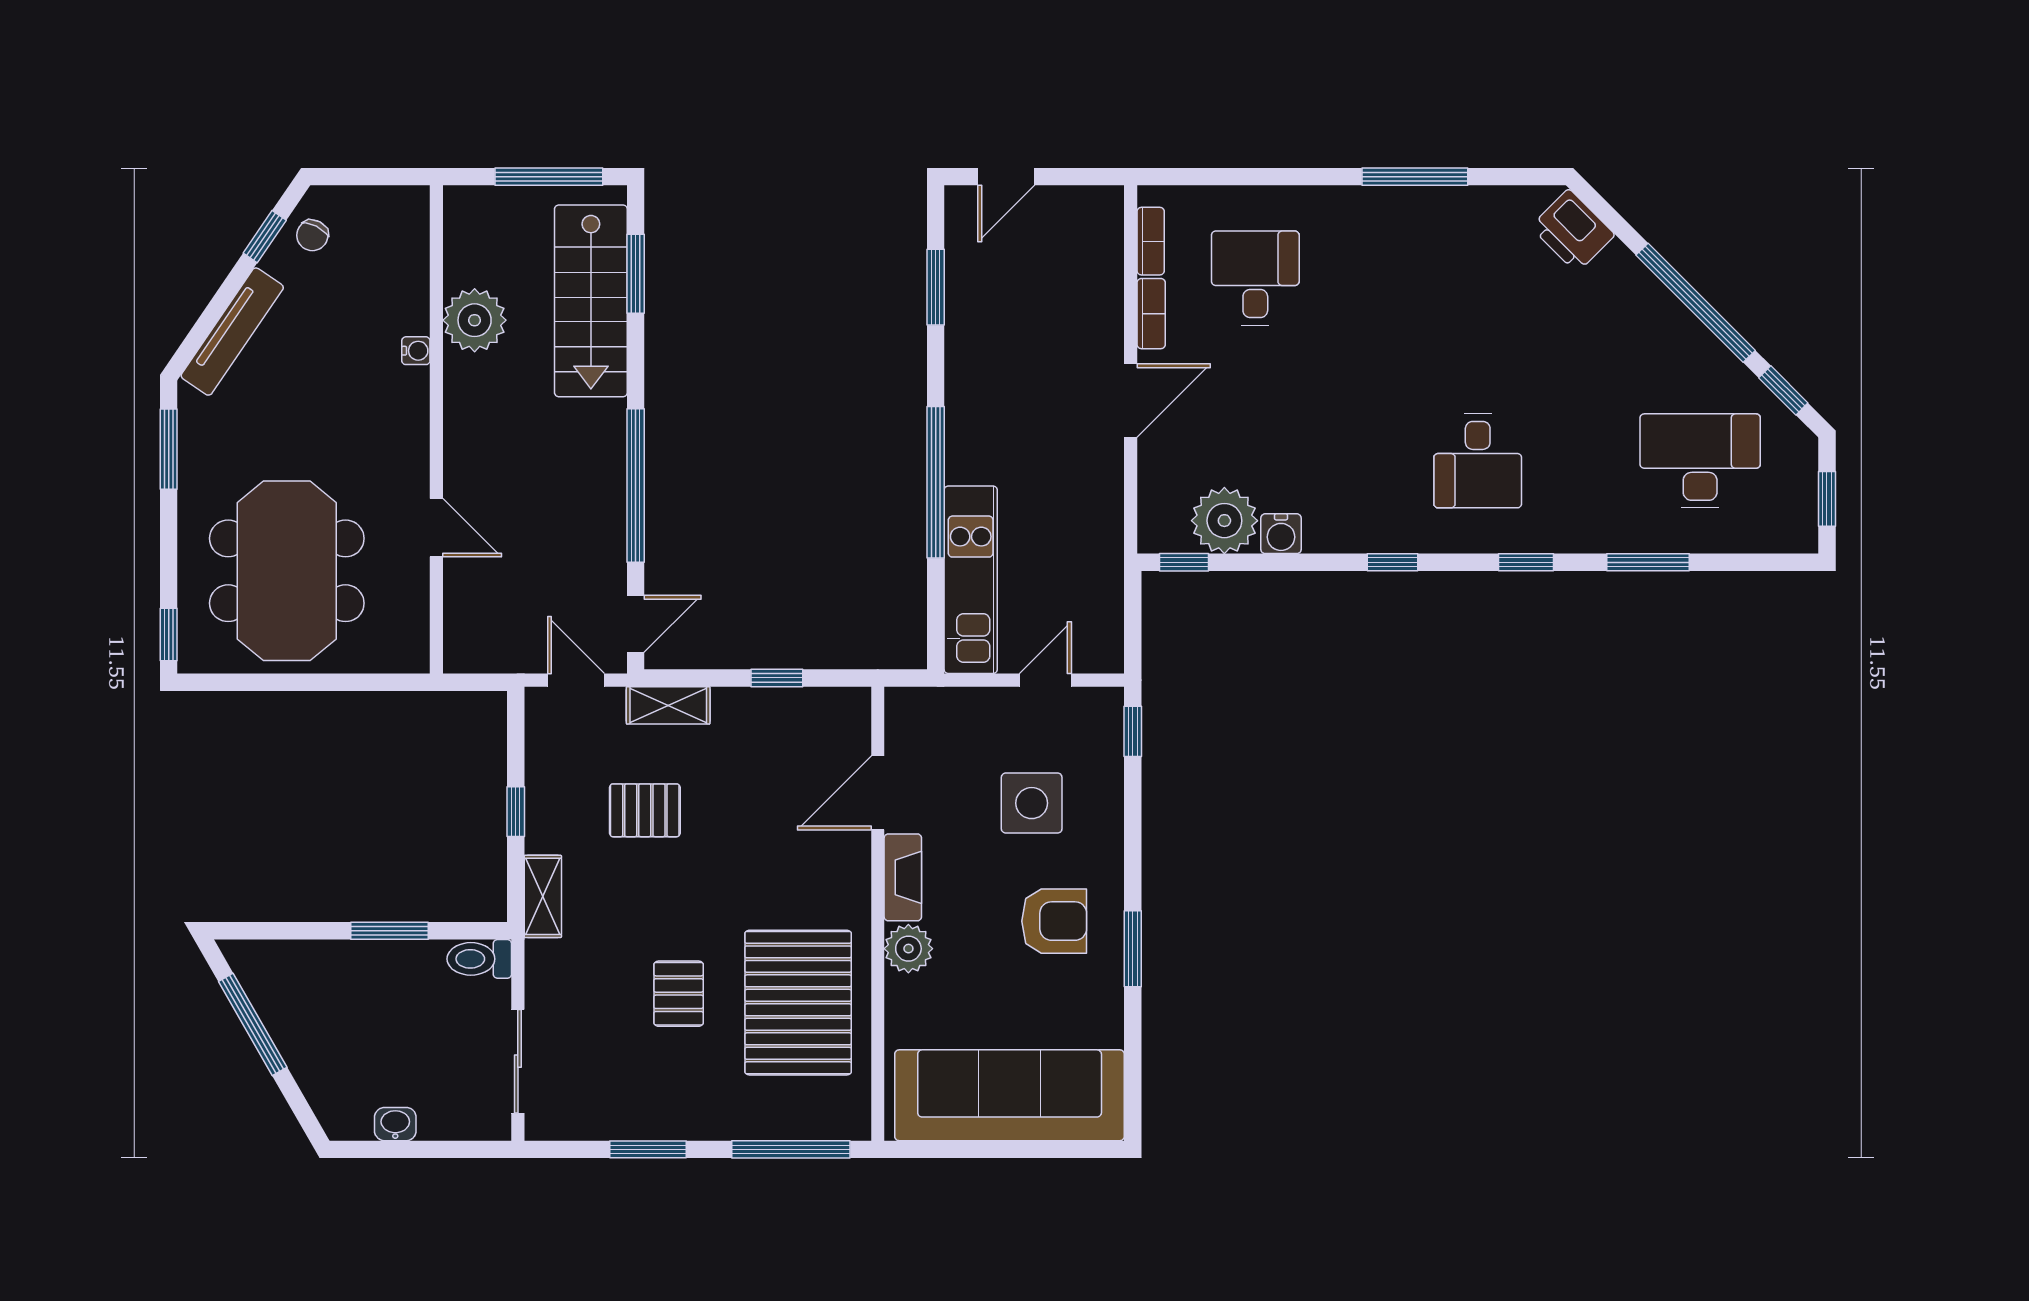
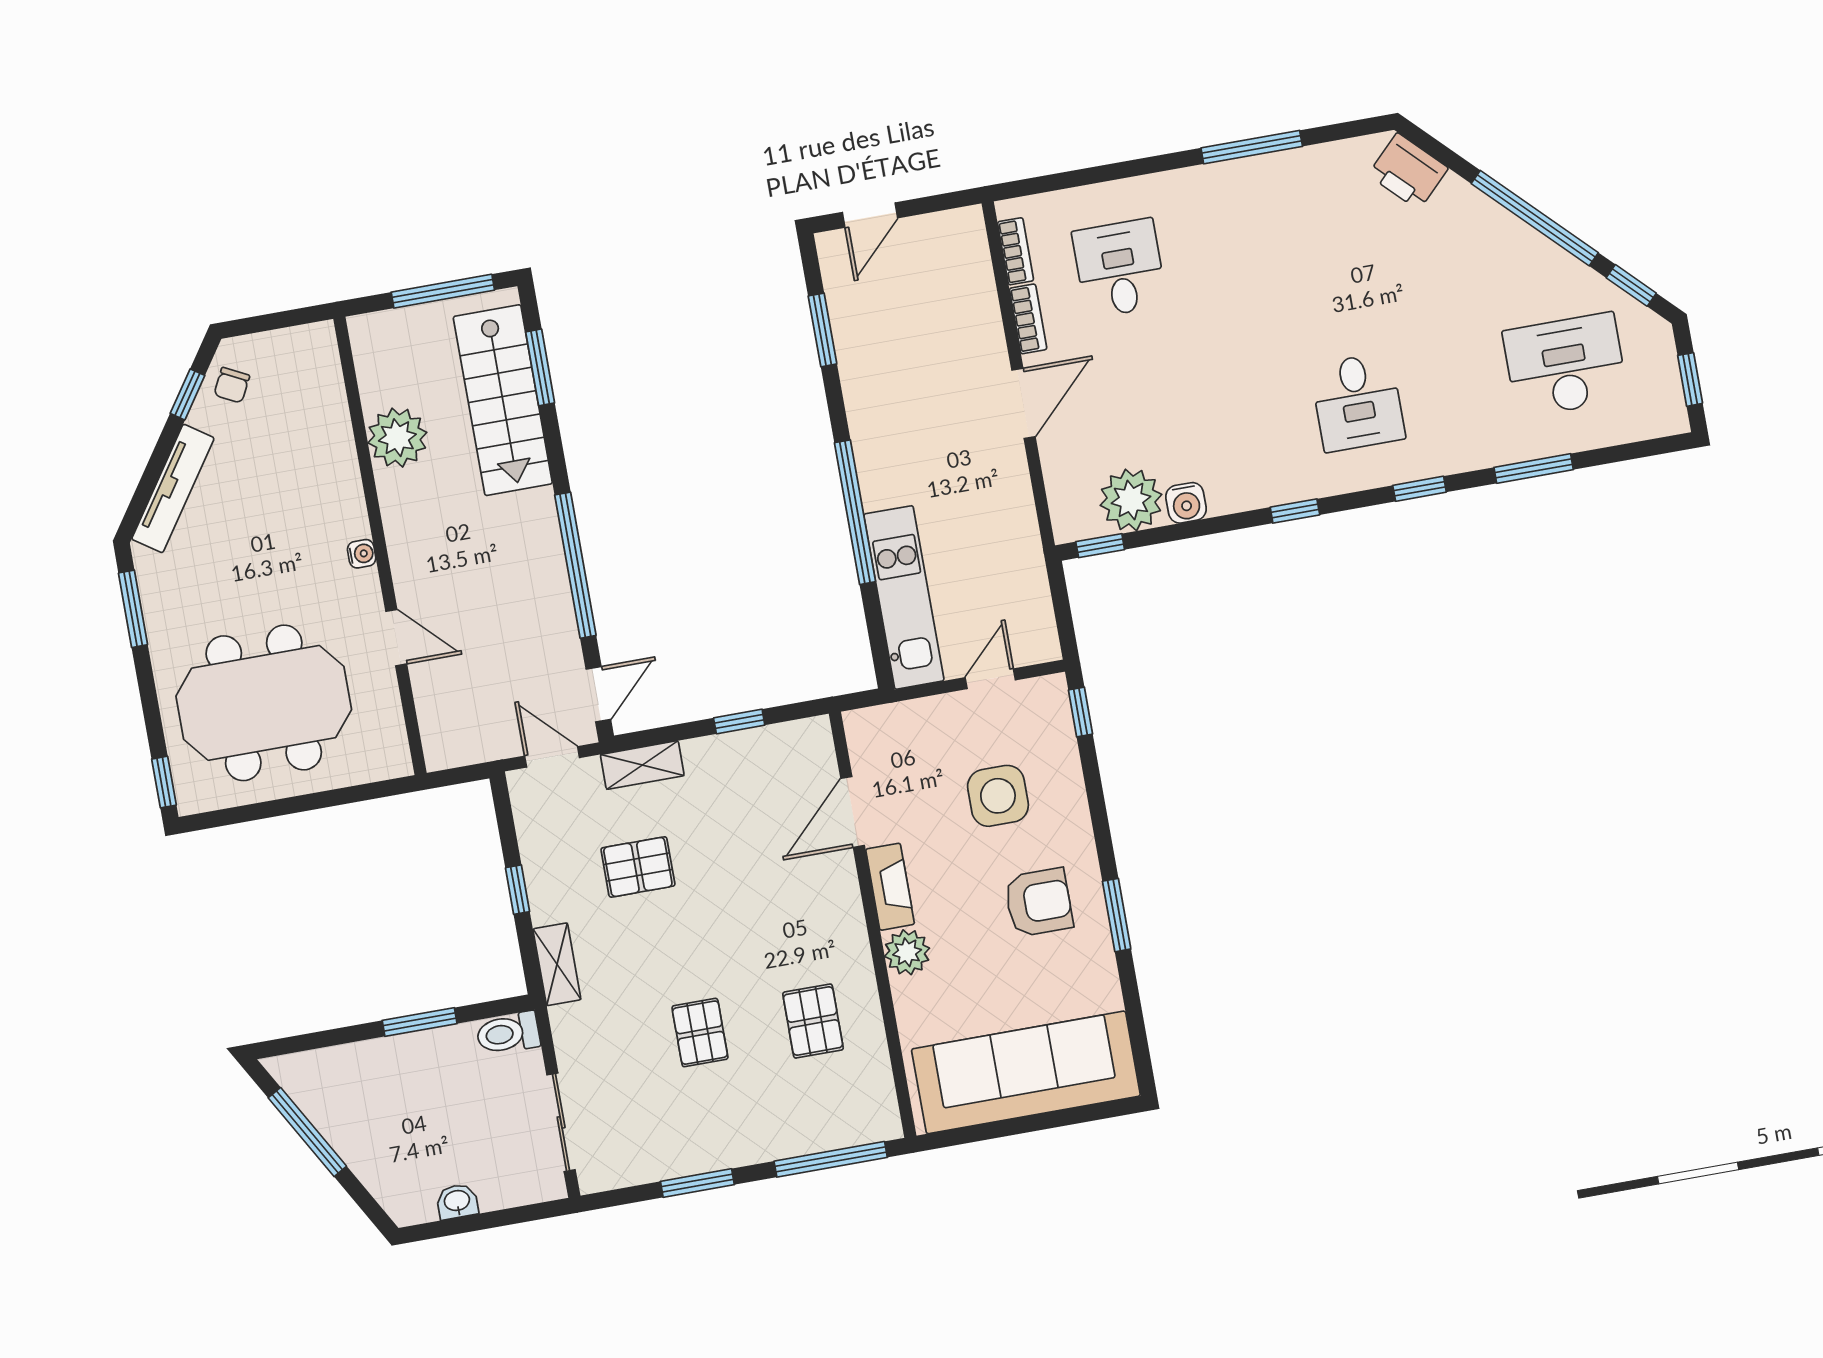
water cooler: (416, 351) -> (362, 554), moved
meeting table: (287, 571) -> (264, 703), turned 90
pallet: (798, 1003) -> (813, 1021), width x0.49, depth x0.50

